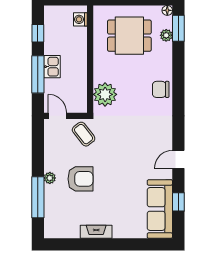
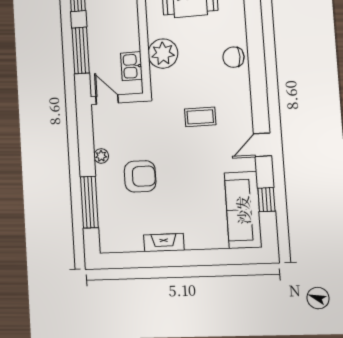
kitchen sink: (52, 67) -> (132, 66), moved, turned 180
plant: (105, 94) -> (163, 54), moved
coffee table: (84, 134) -> (200, 117), moved, turned -52
plant: (50, 178) -> (101, 156), moved

